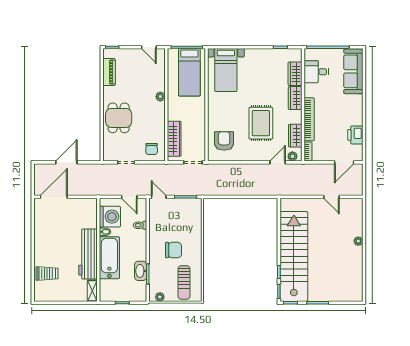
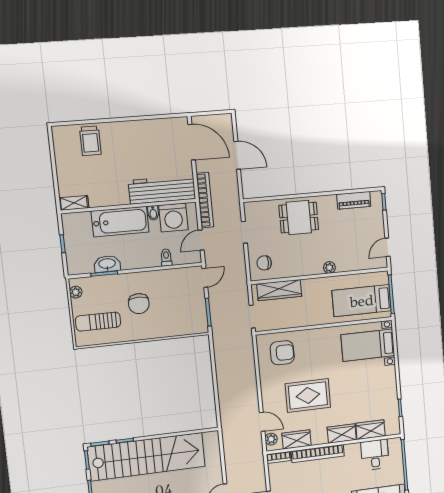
bookcase: (99, 191) -> (205, 200), added
workbench: (88, 254) -> (162, 190), moved

